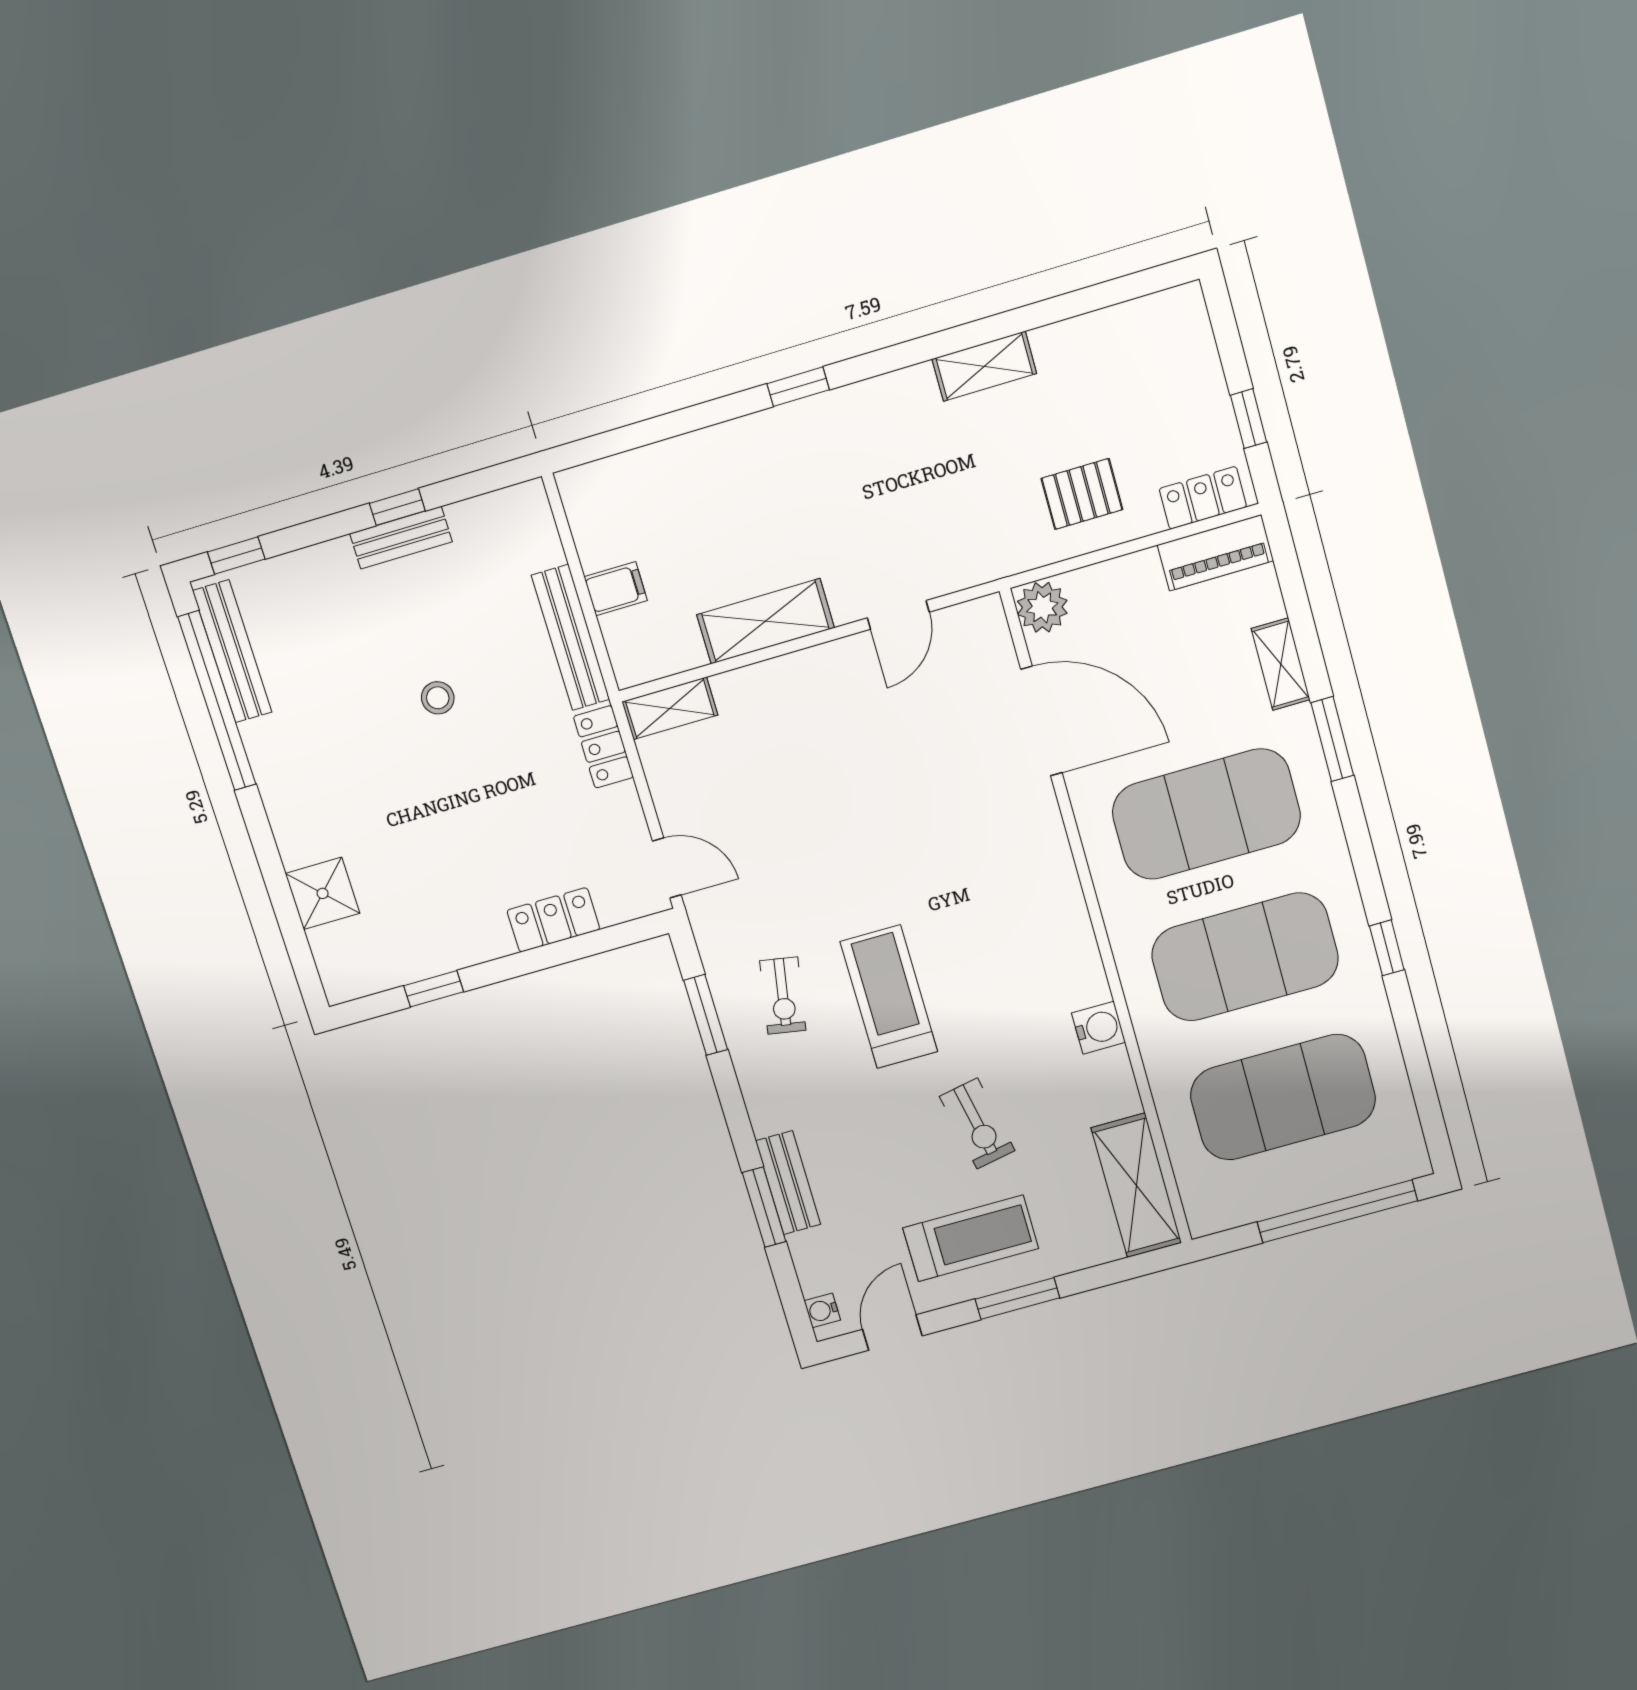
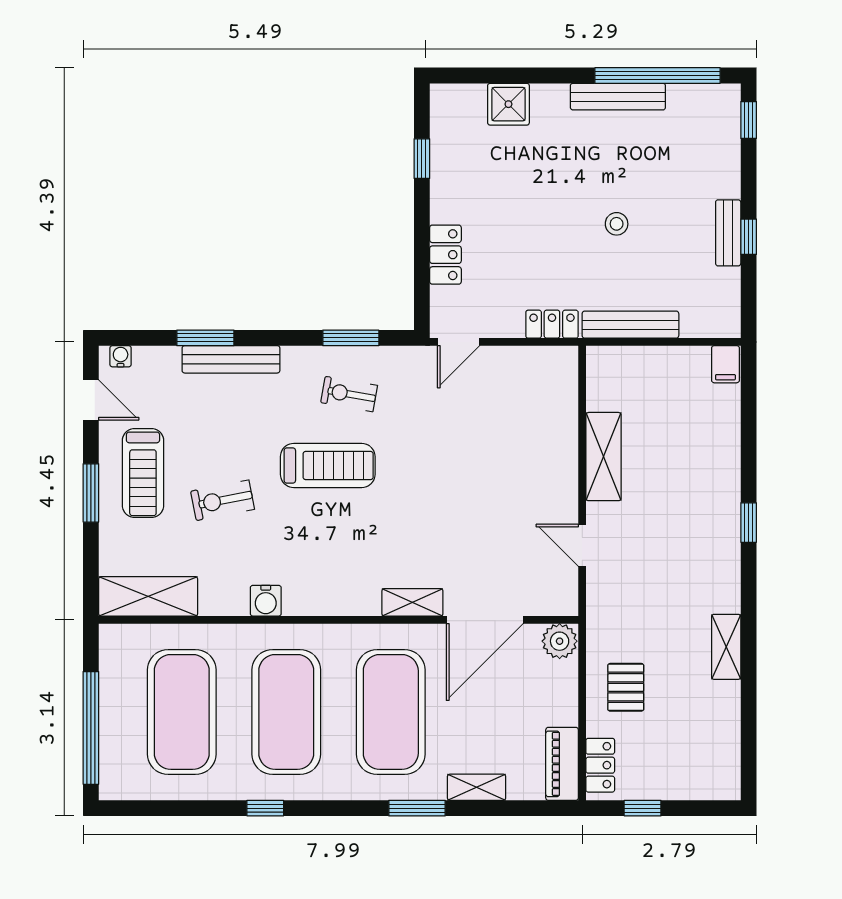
filing cabinet: (616, 589) -> (725, 364), moved
bench: (232, 651) -> (618, 97), moved
shelving: (670, 708) -> (412, 602), moved, turned 90
bench: (788, 1183) -> (231, 359), width x1.36

